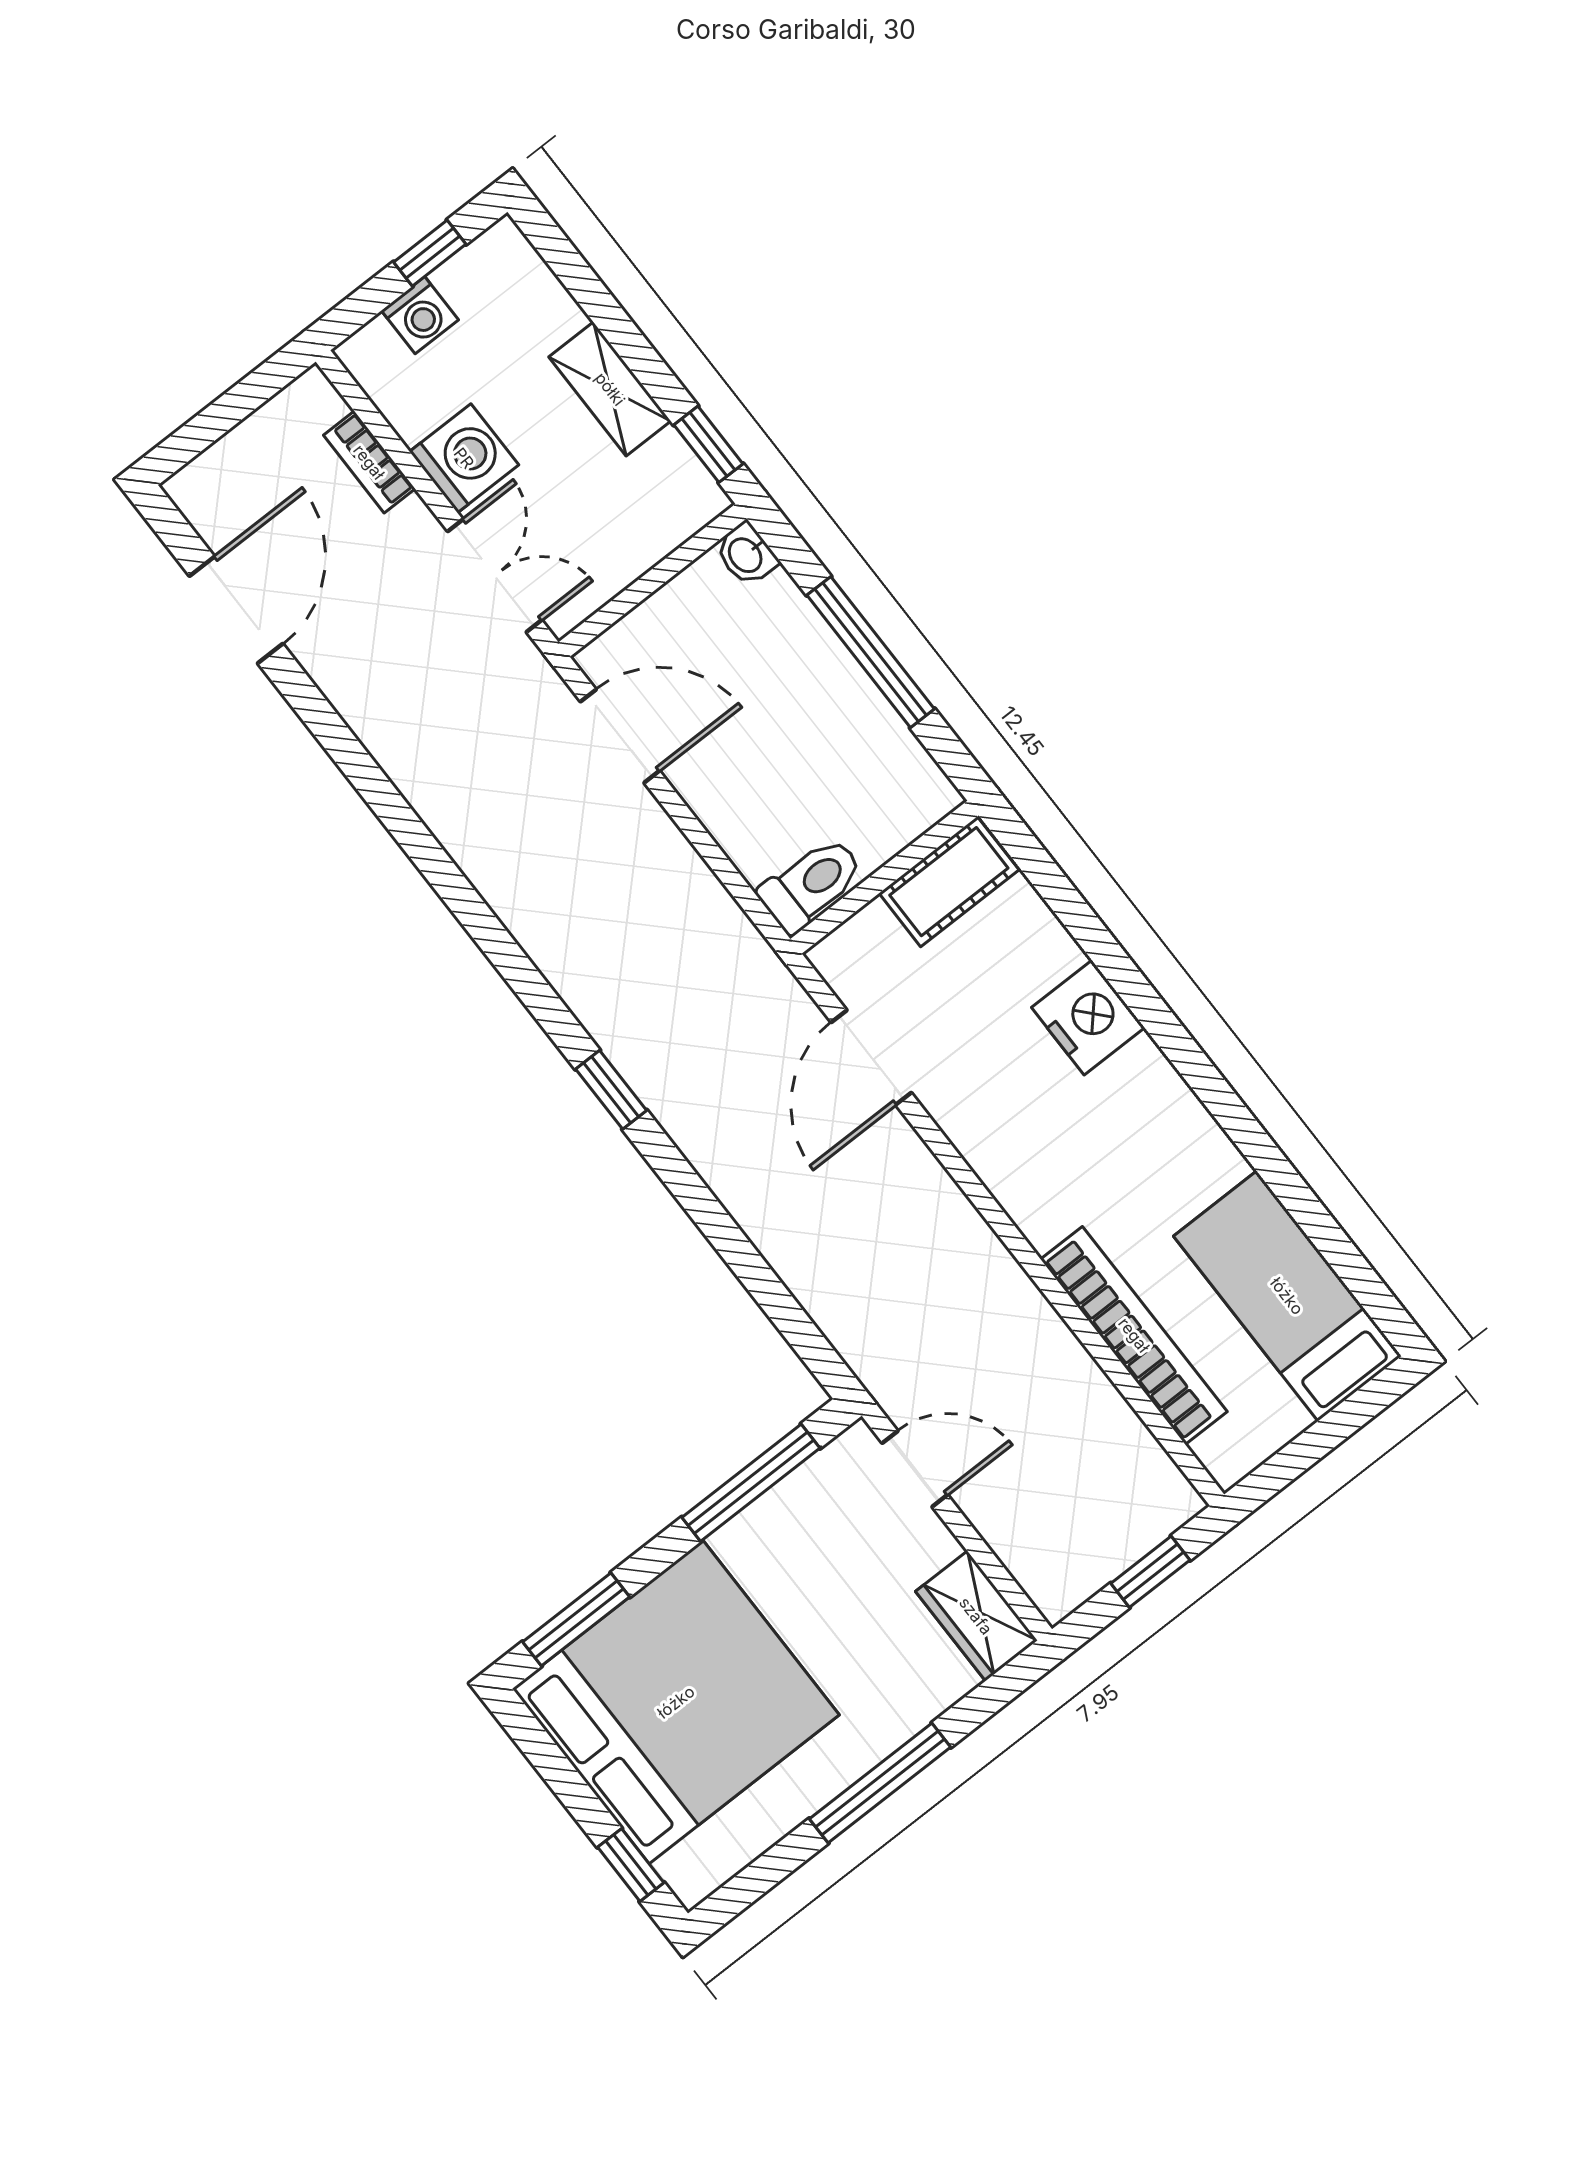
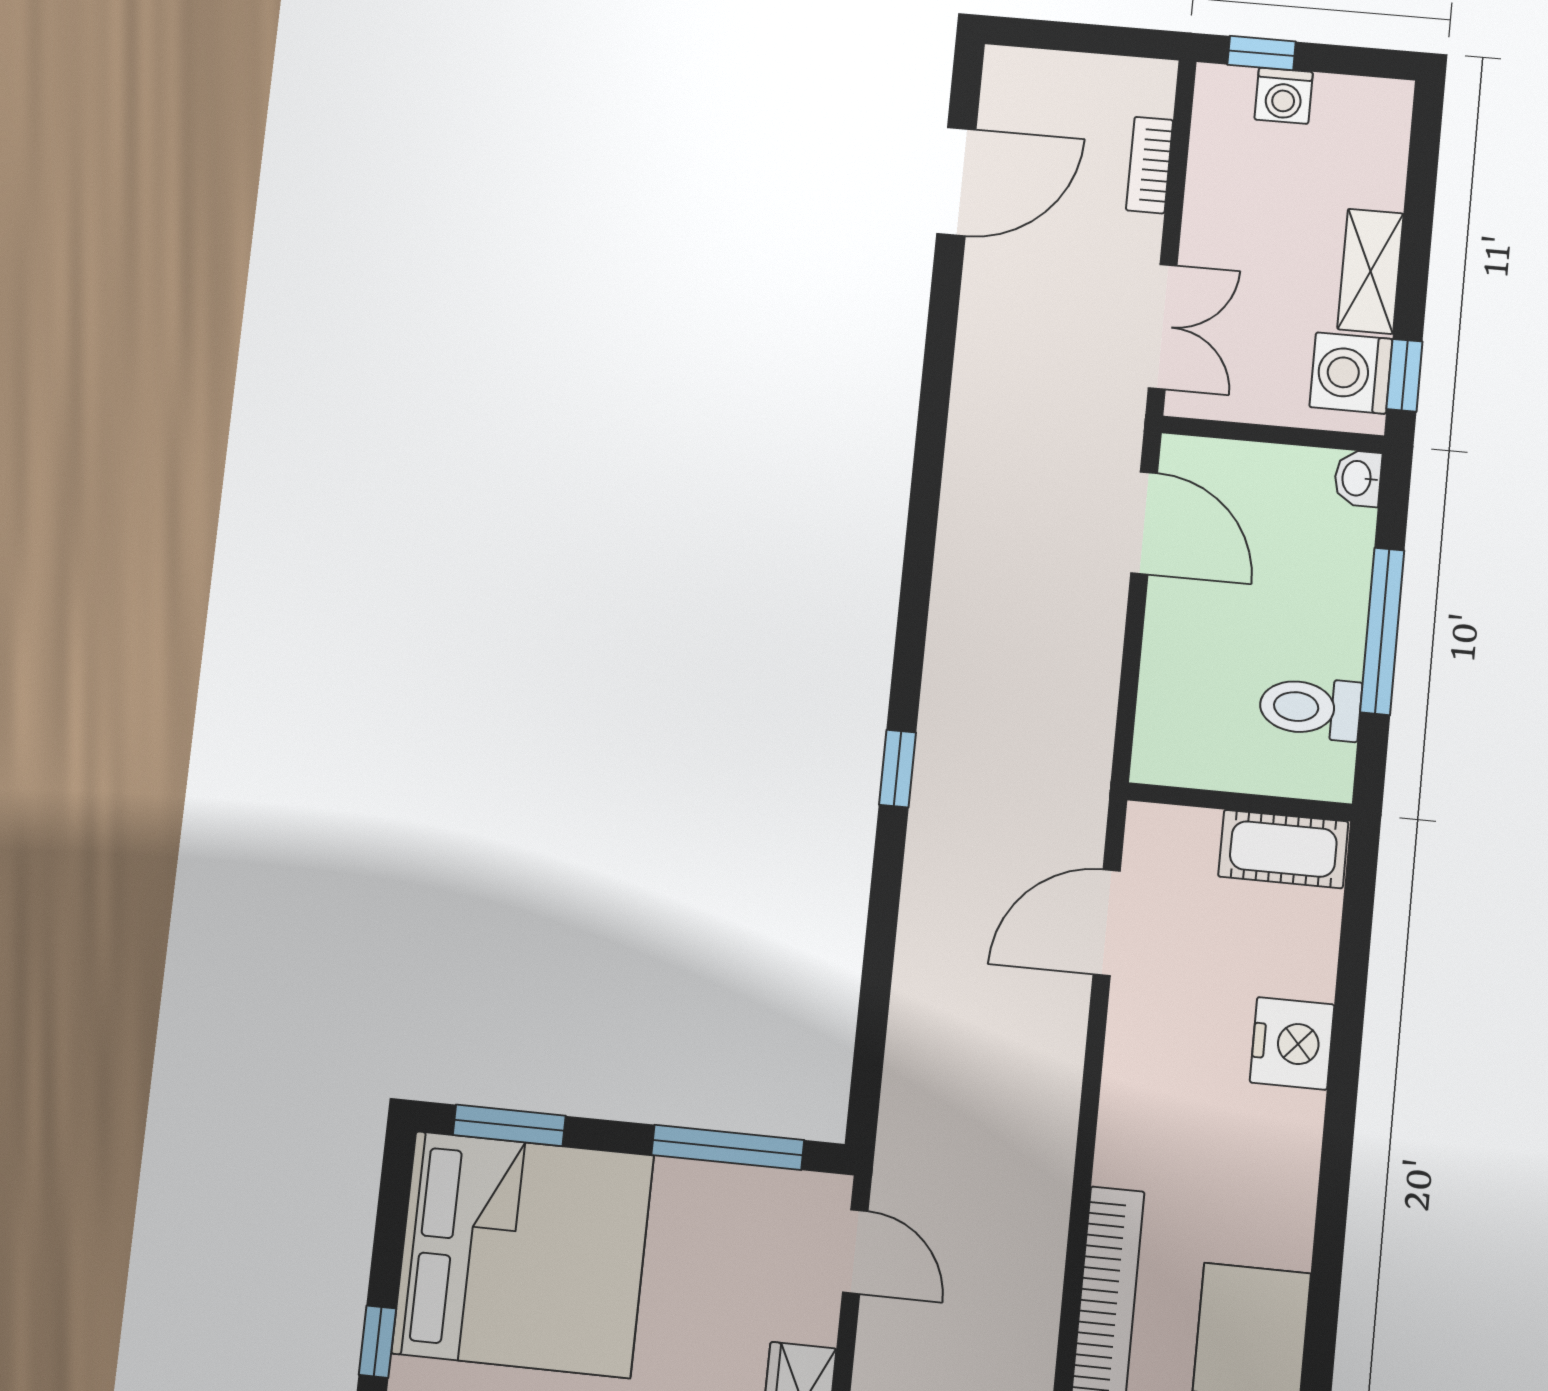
window: (430, 253) -> (1262, 53), moved
washing machine: (464, 458) -> (1351, 373), moved, turned 180
toilet: (811, 884) -> (1310, 708), moved, turned 180

